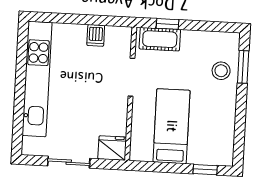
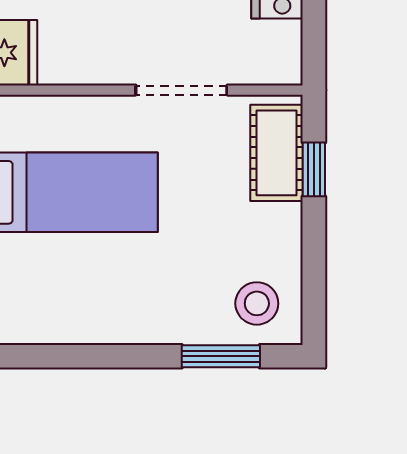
stool: (221, 71) -> (257, 303), moved

